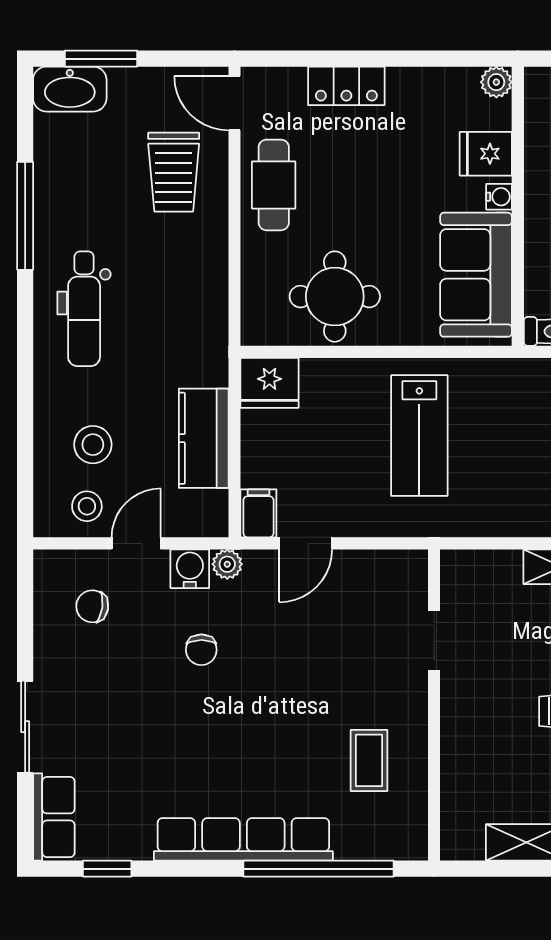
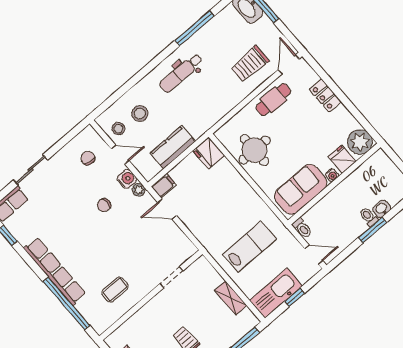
plant: (496, 82) -> (360, 142), width x1.88, depth x1.88
lab bench: (419, 436) -> (250, 247), moved, turned 180

